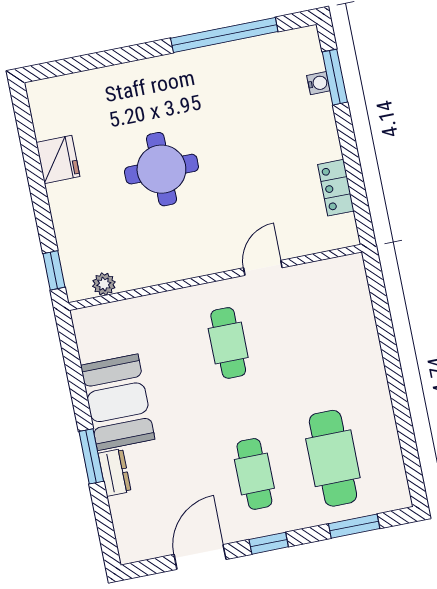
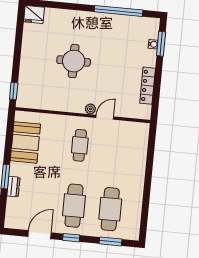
fridge: (58, 159) -> (34, 14), moved, turned 90
locker: (336, 188) -> (148, 86), width x1.53
plant: (104, 284) -> (90, 109), moved
booth: (118, 402) -> (25, 142), moved
cafe table: (254, 474) -> (74, 206), width x1.37, depth x1.35

